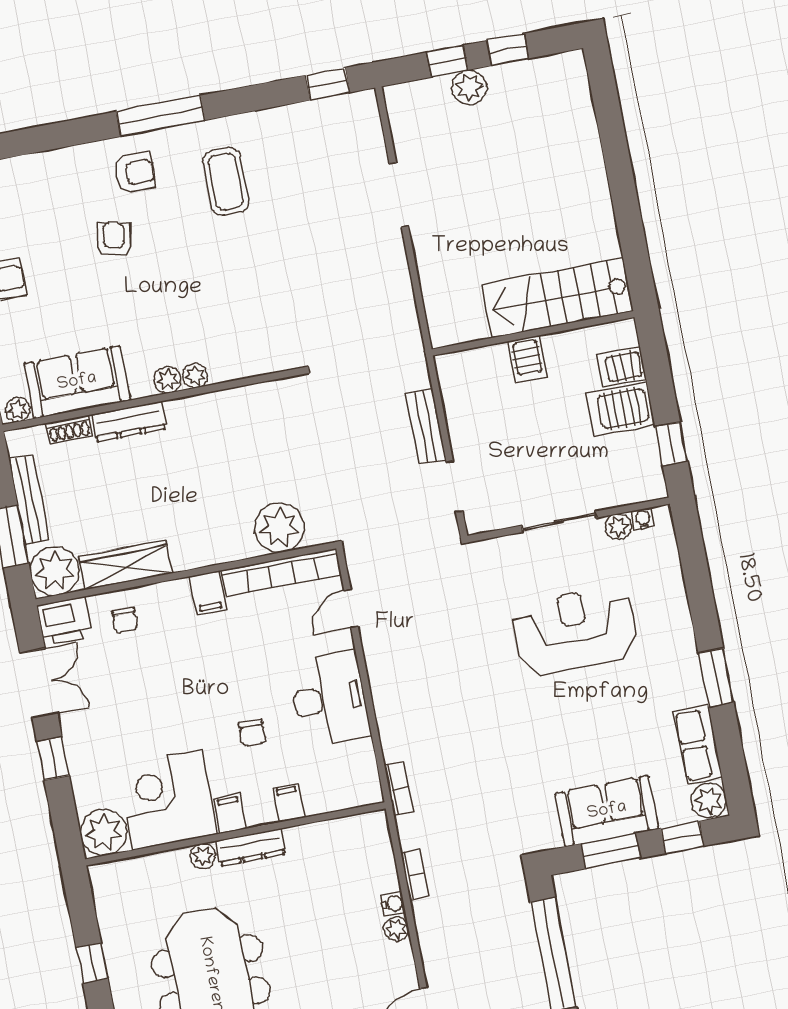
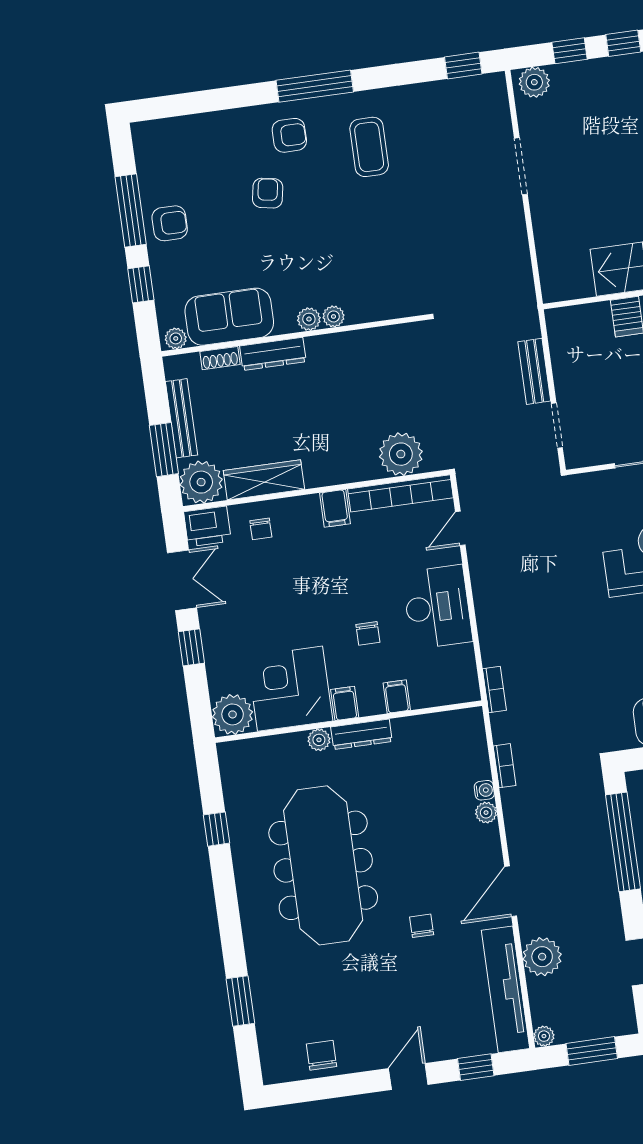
plant: (469, 87) -> (534, 82), moved

